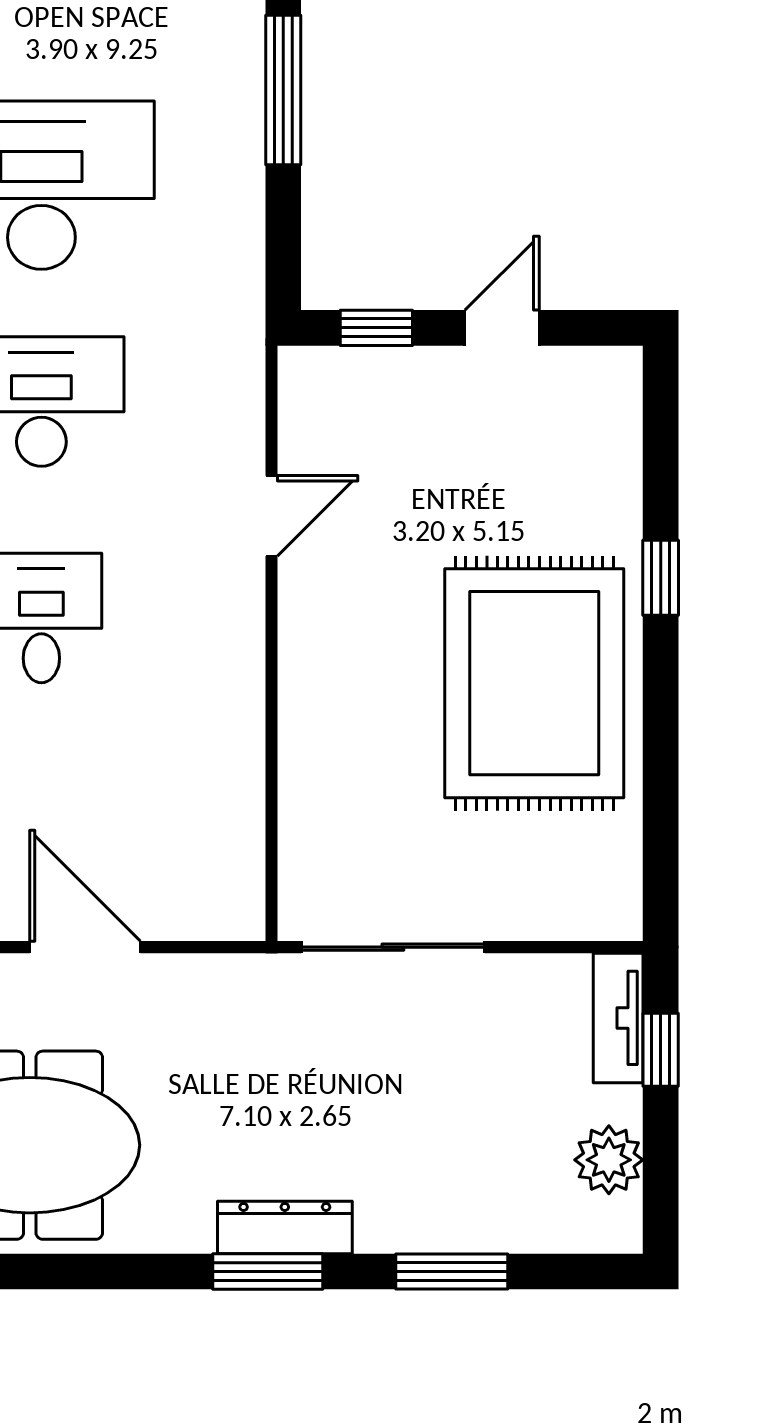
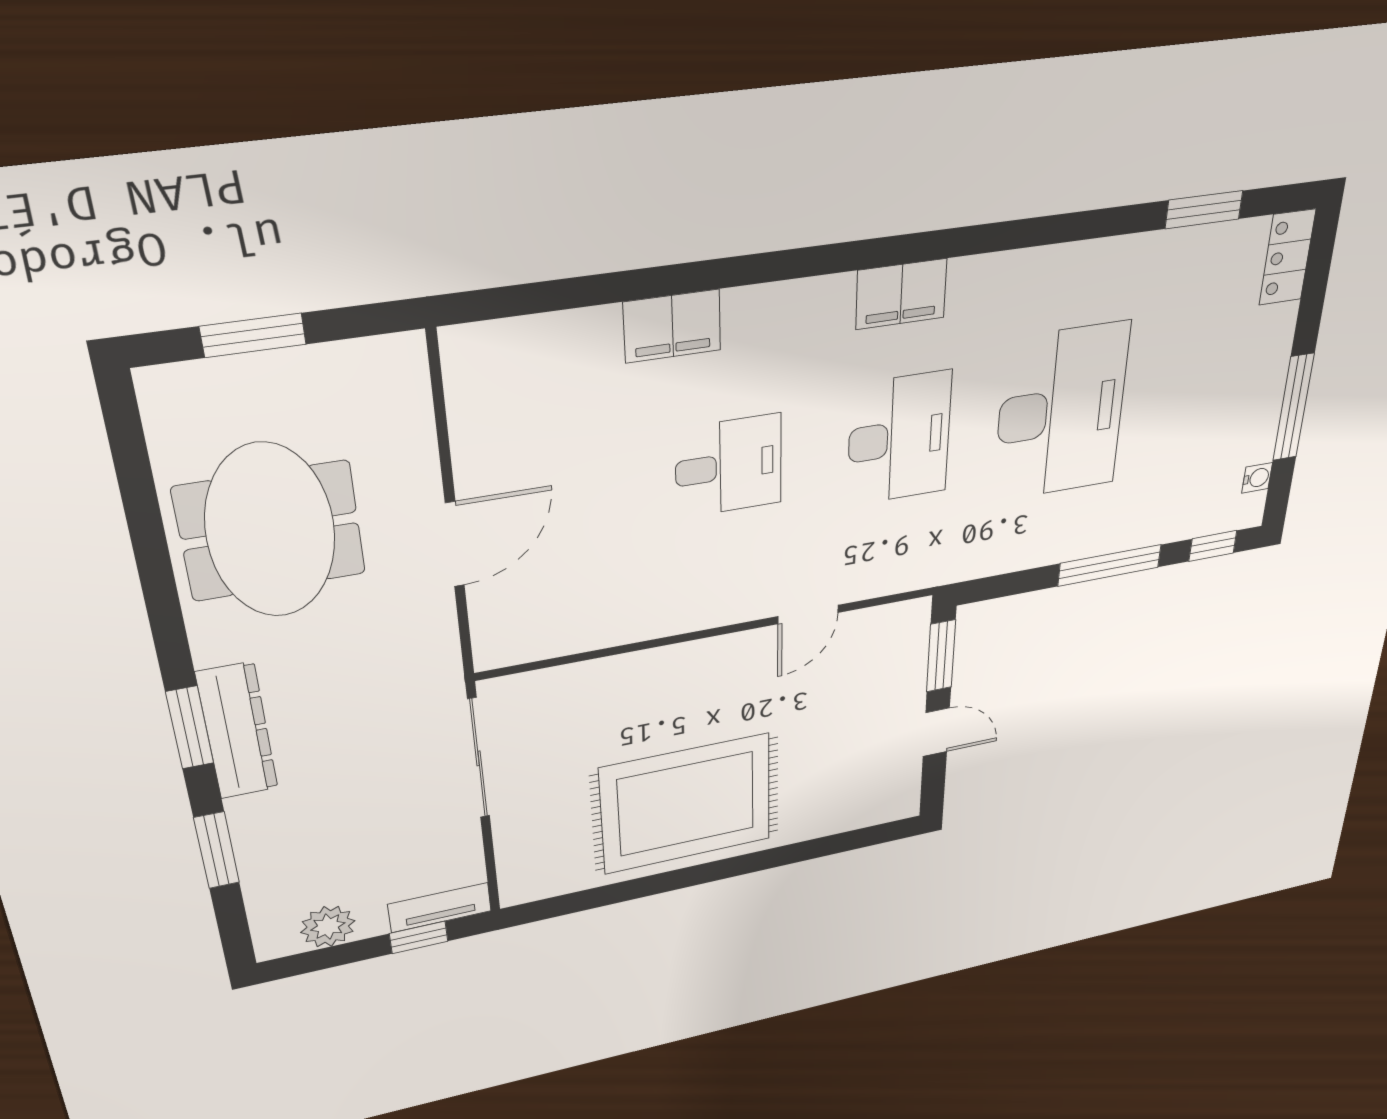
window: (376, 328) -> (941, 656), width x1.50
door: (271, 516) -> (808, 614), hinge flipped
window: (661, 578) -> (762, 860), removed
dresser: (285, 1227) -> (237, 731), width x1.37, depth x1.24

